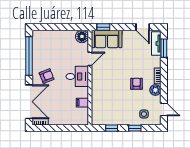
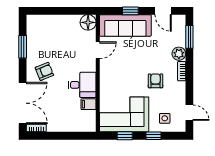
window: (103, 27) -> (130, 11), moved
sofa: (107, 39) -> (125, 26), width x1.36
tv unit: (156, 44) -> (180, 31), removed
window: (29, 56) -> (23, 47), width x0.47
desk: (77, 76) -> (82, 85), moved
plant: (155, 90) -> (179, 54), moved
corner sofa: (111, 111) -> (124, 114), added

